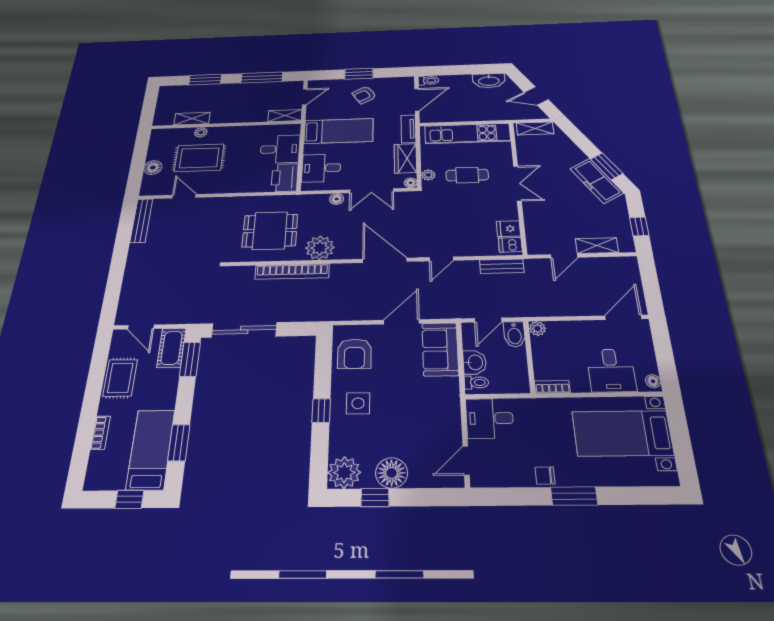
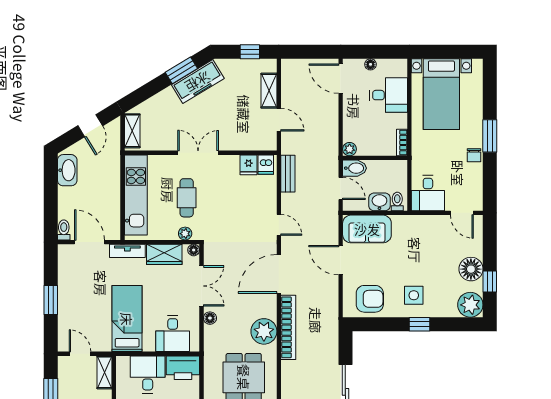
armchair: (364, 95) -> (80, 294), removed
bookcase: (292, 272) -> (288, 327), moved
floor lamp: (653, 381) -> (370, 64), moved

